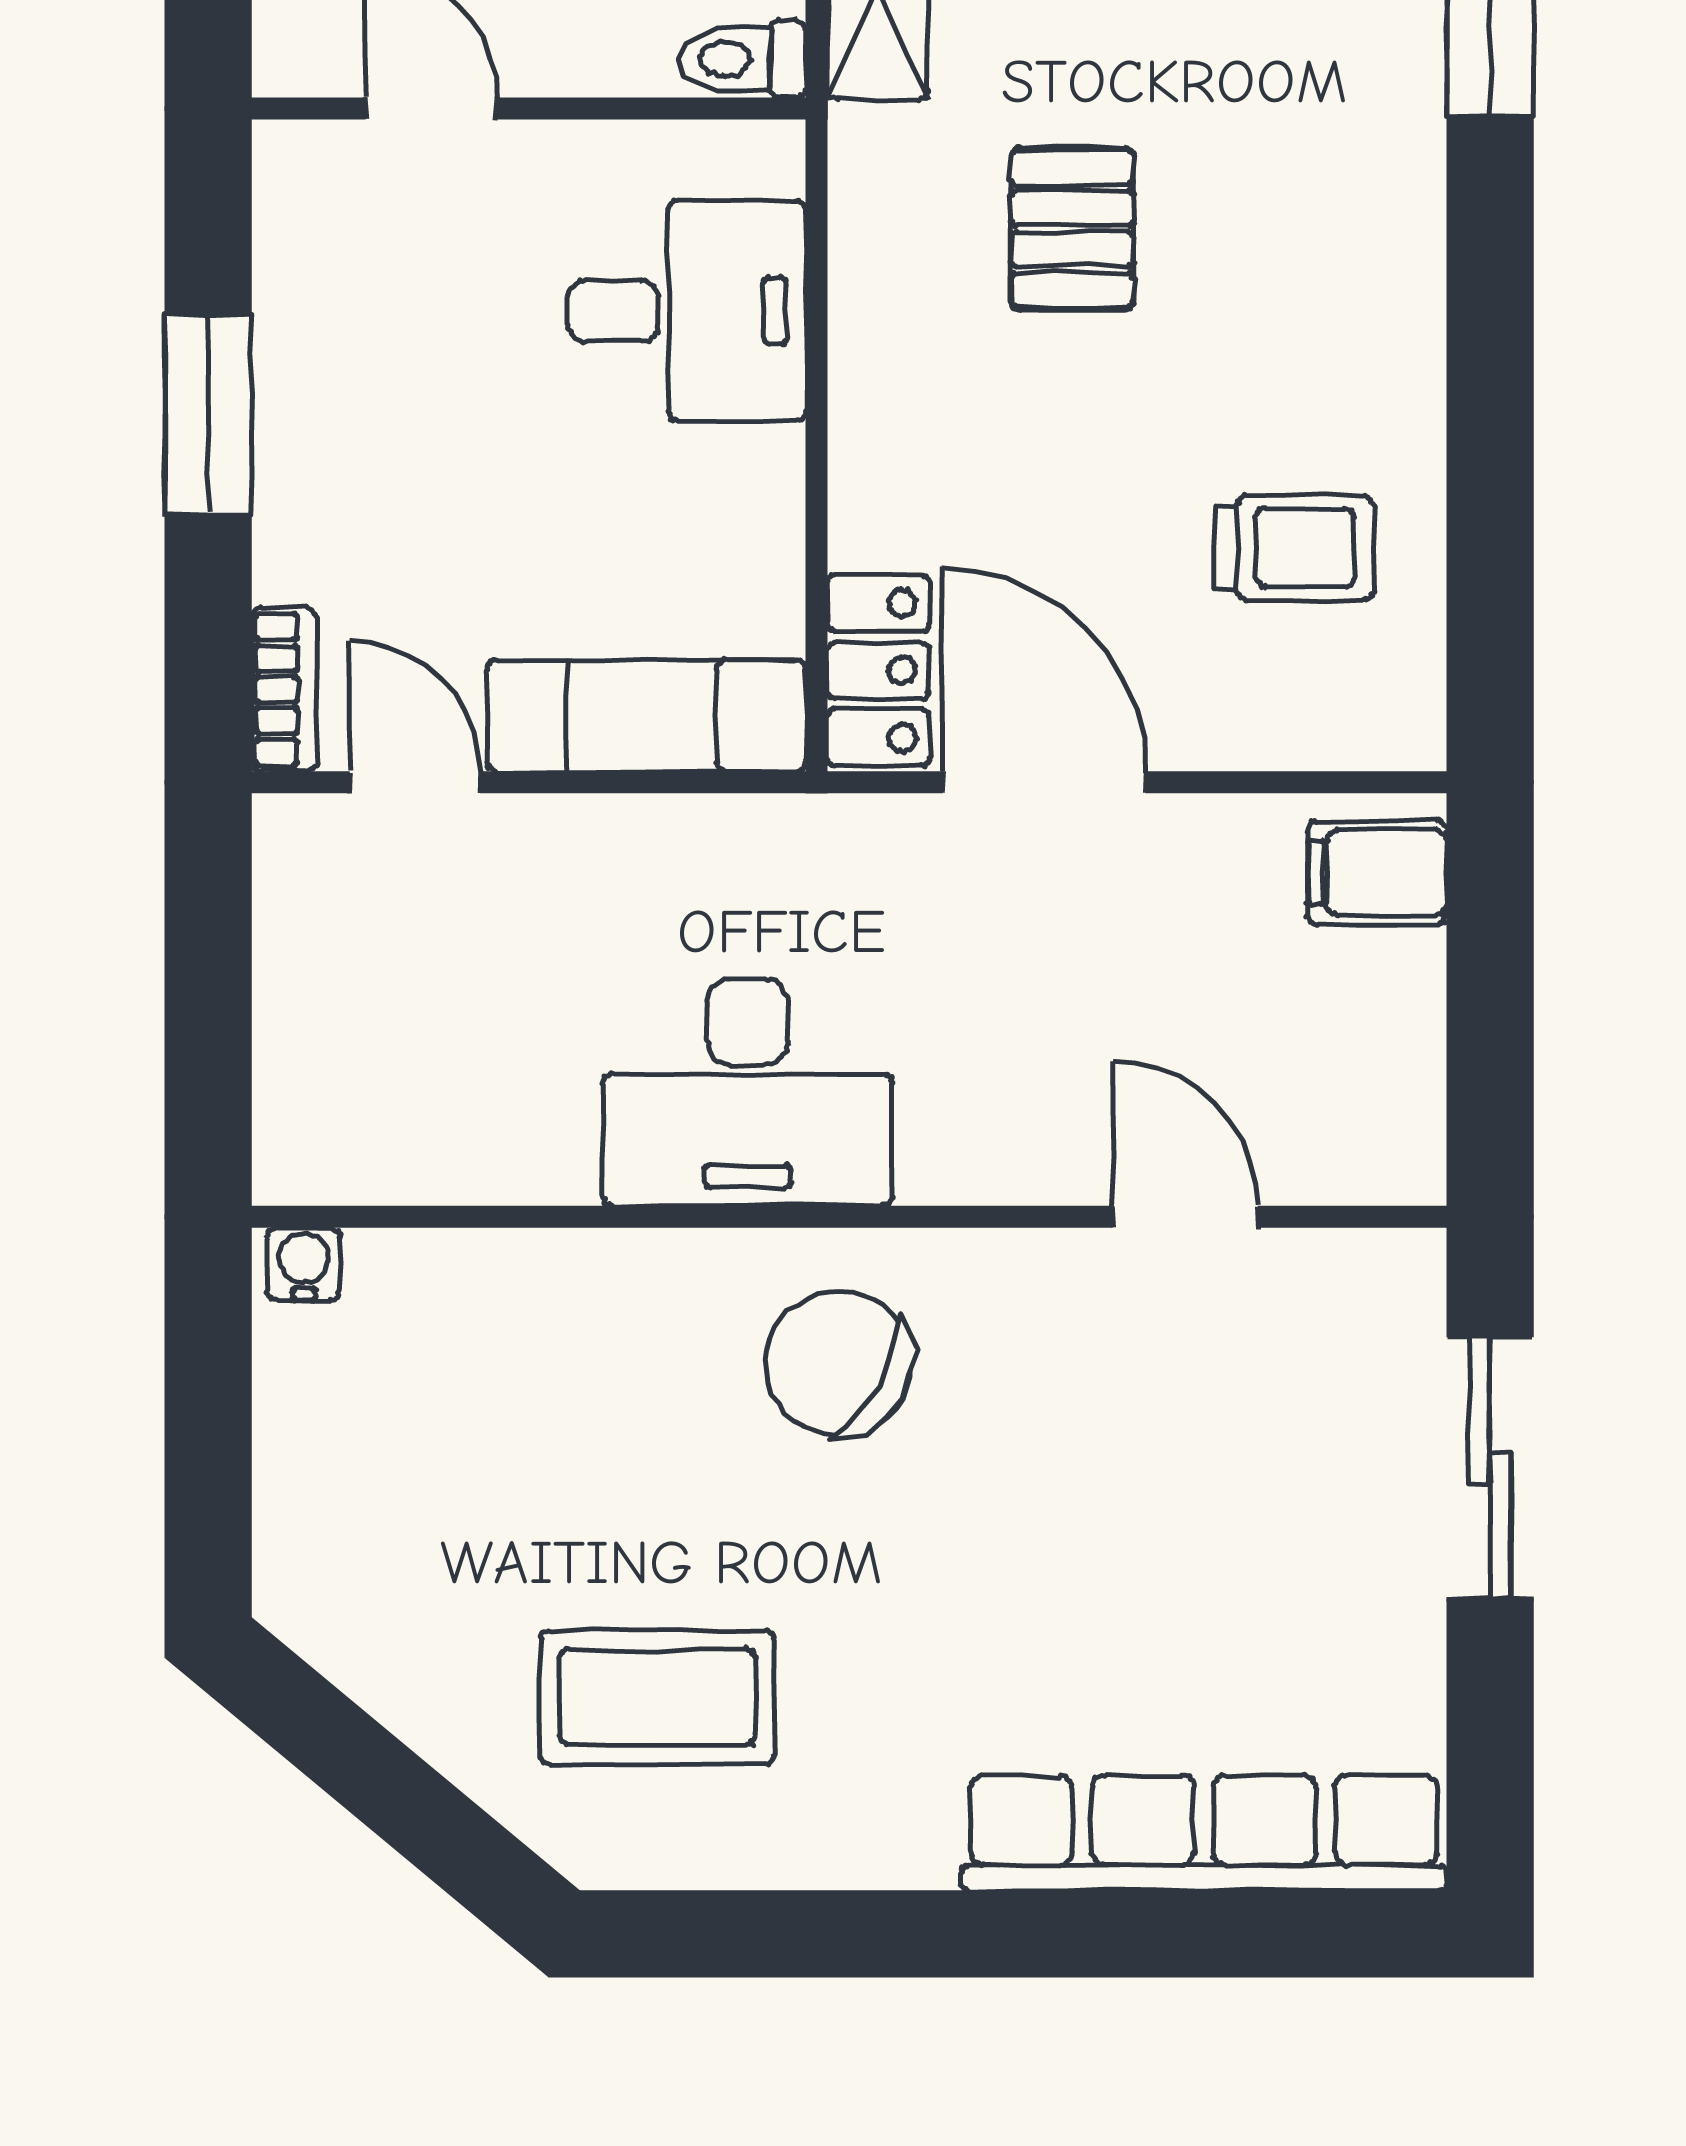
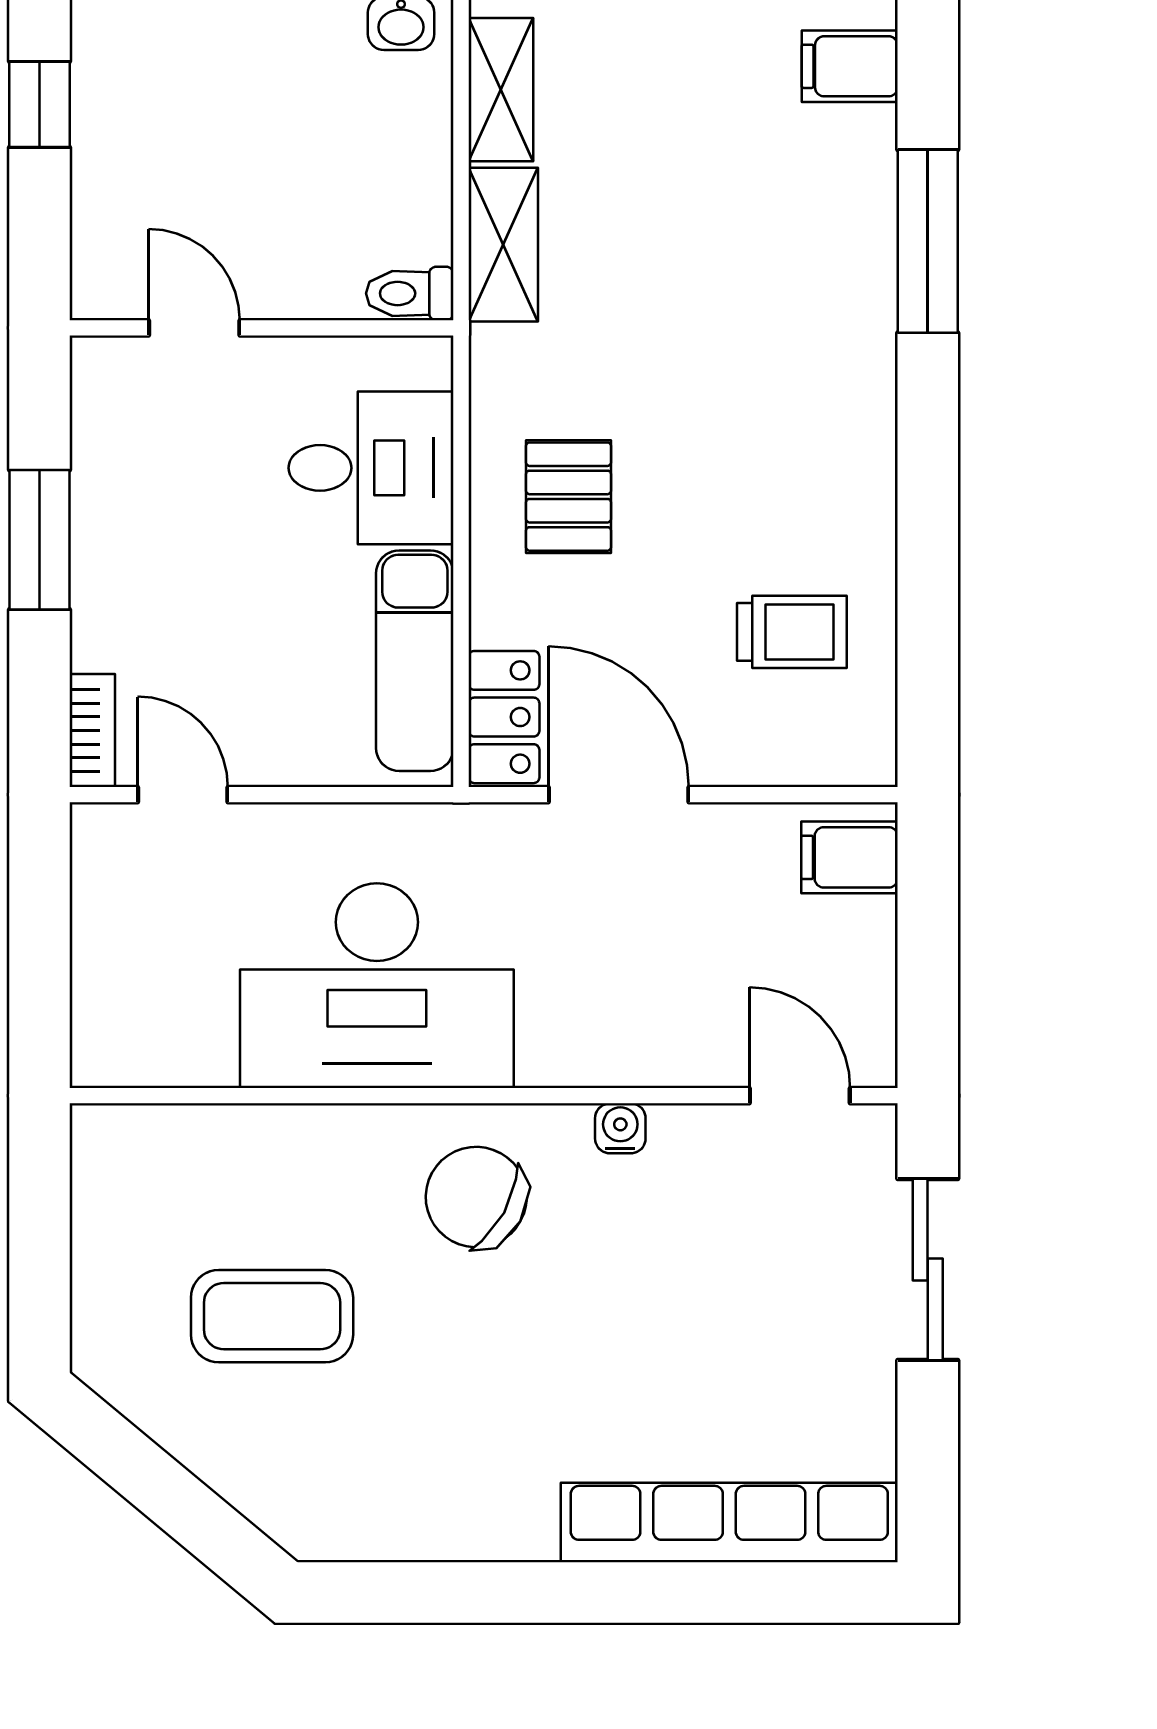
pallet: (1072, 229) -> (568, 497), moved
exam couch: (646, 716) -> (415, 661), moved, turned -90
desk: (748, 1092) -> (377, 986), width x1.36, depth x1.30
door: (1185, 1217) -> (800, 1096), moved
water cooler: (303, 1264) -> (620, 1128), moved
coffee table: (657, 1697) -> (272, 1316), moved

